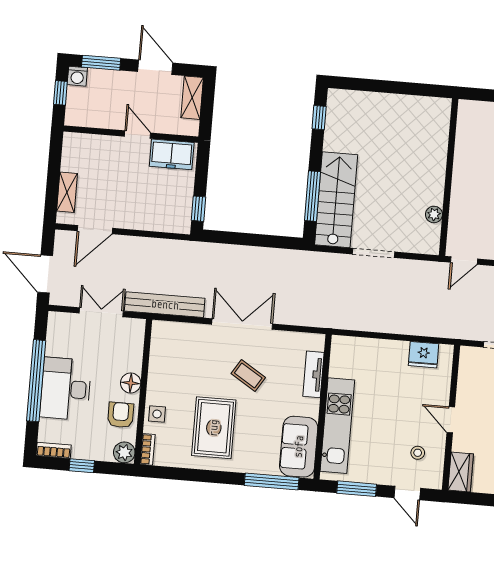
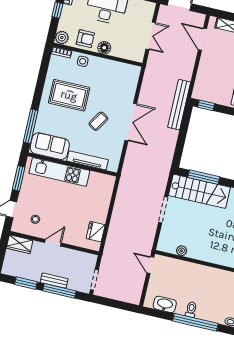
bench: (165, 305) -> (179, 105), moved
tv unit: (313, 374) -> (88, 160), width x1.41

